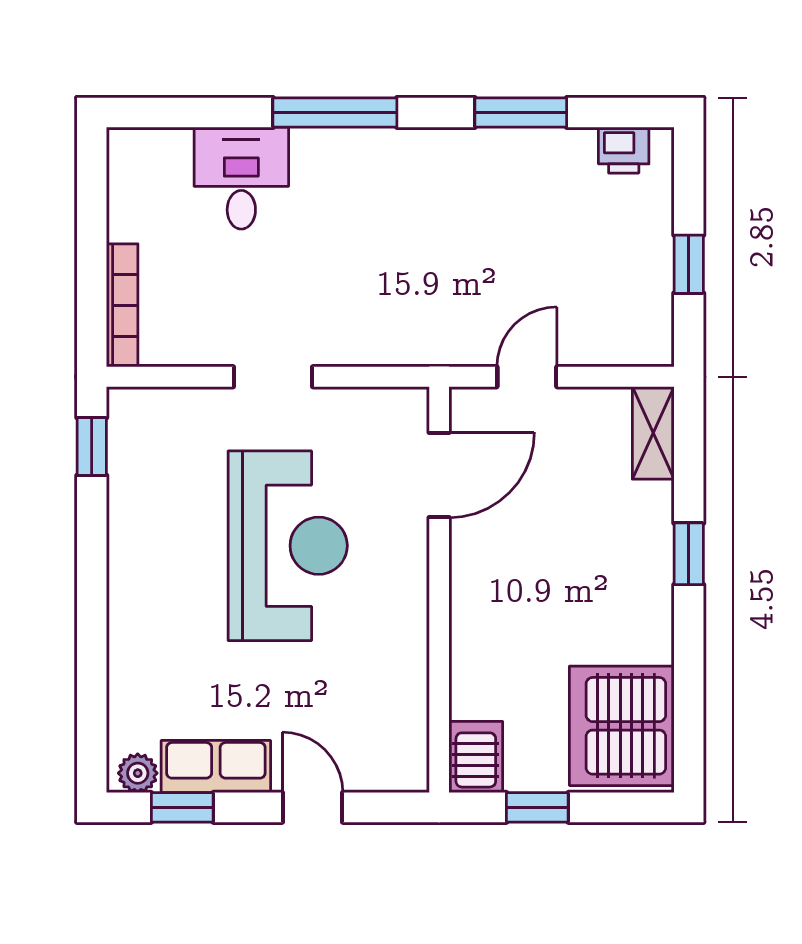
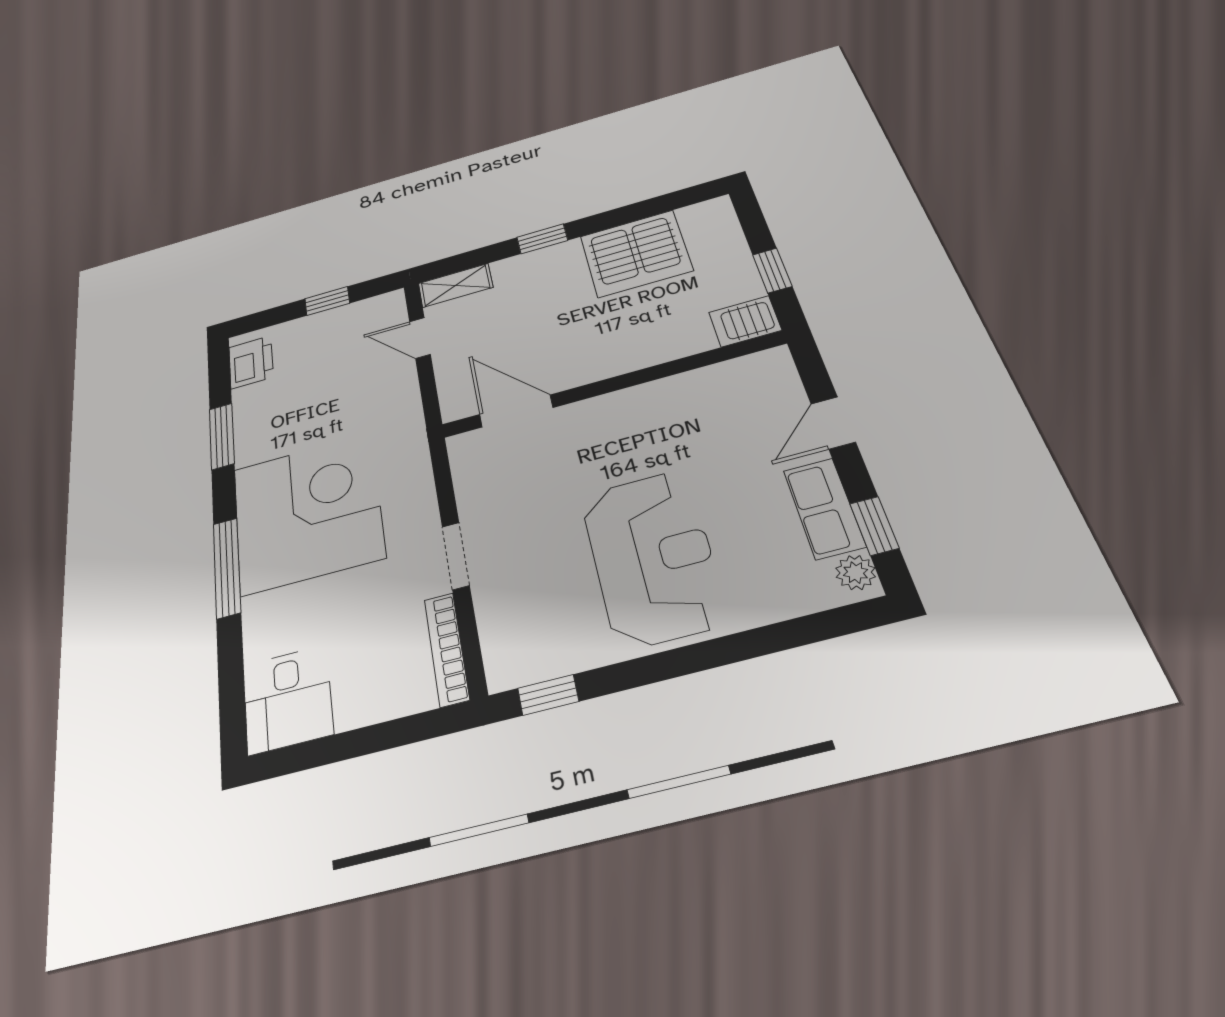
printer: (624, 150) -> (251, 362), width x1.36, depth x1.24
desk: (241, 178) -> (288, 699), moved, turned -90
corner desk: (379, 214) -> (308, 513), added
bookcase: (122, 305) -> (447, 649), moved, turned -90
door: (527, 377) -> (420, 338), moved
reception desk: (288, 546) -> (653, 557), moved, turned 90
server rack: (622, 726) -> (636, 253), moved

